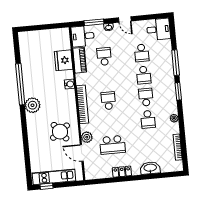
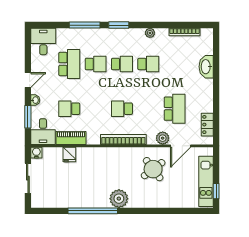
sliding door: (42, 27) -> (28, 178), added
school desk: (142, 53) -> (69, 64), width x1.85
fridge: (64, 60) -> (69, 154), width x0.53, depth x0.75
water cooler: (69, 84) -> (36, 153), moved
school desk: (146, 97) -> (122, 64), turned 180
locker: (122, 172) -> (207, 125), moved

